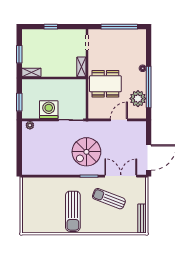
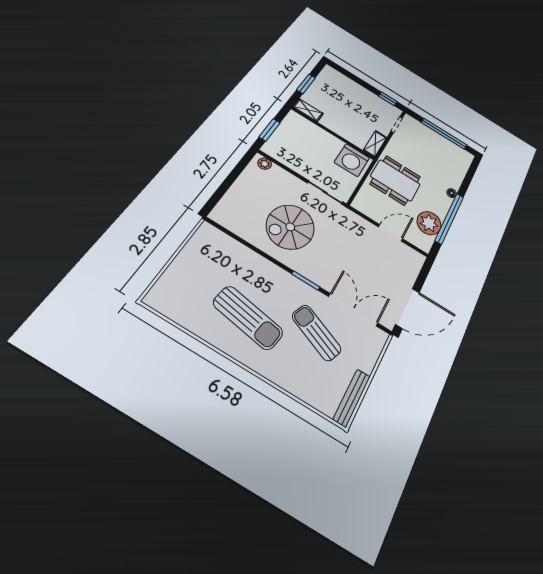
window: (51, 27) -> (388, 99), moved
washing machine: (49, 110) -> (352, 160), moved, turned 180
spiral stairs: (86, 152) -> (290, 227), moved
sun lounger: (73, 211) -> (248, 318), turned -81

